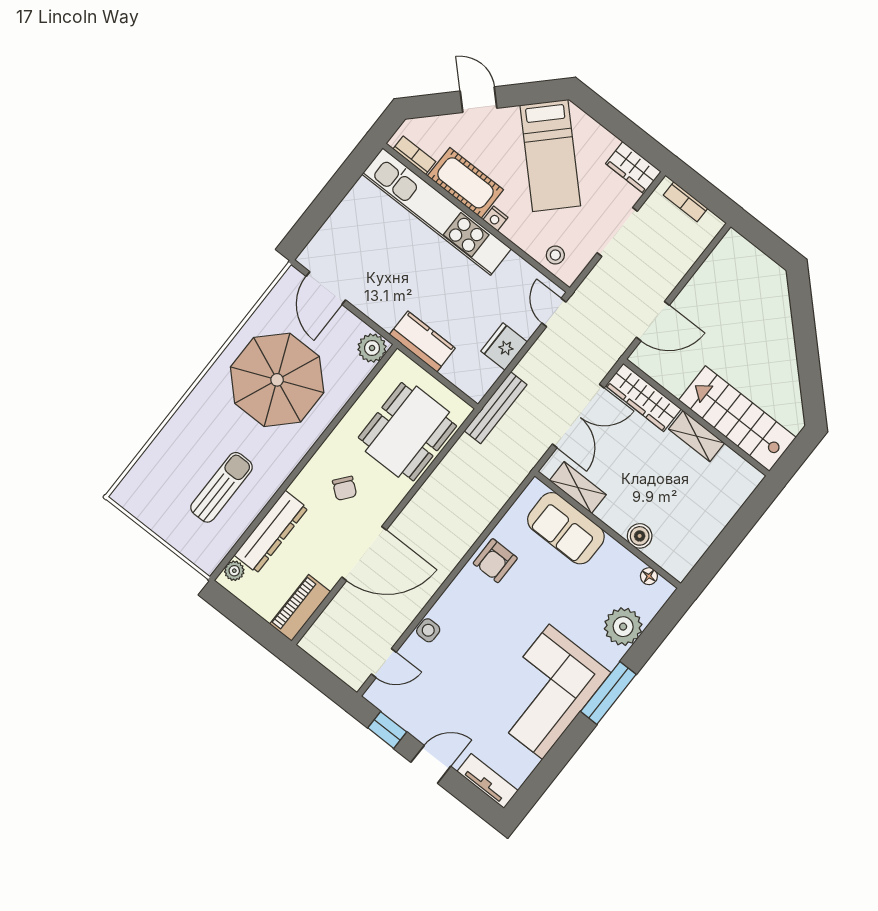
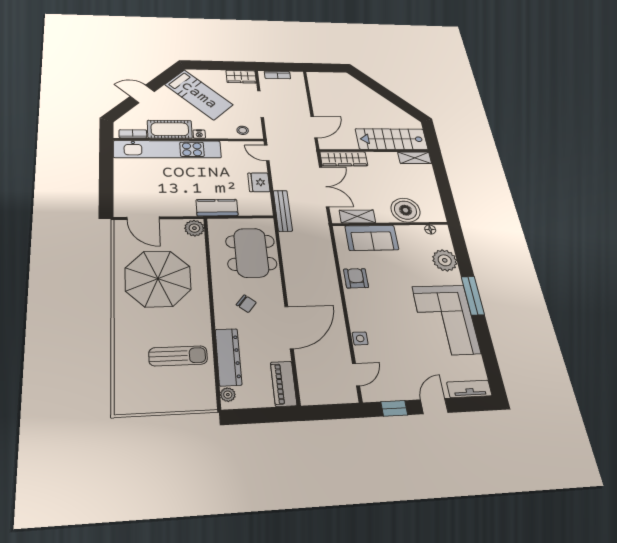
shelving: (697, 436) -> (415, 158), moved
sun lounger: (222, 487) -> (178, 356), turned 90
boiler: (640, 536) -> (406, 210), width x1.86, depth x1.86
armchair: (495, 561) -> (356, 278), turned 180

